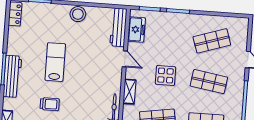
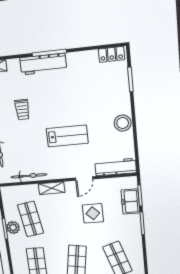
freezer: (136, 29) -> (130, 201), moved, turned 90
lab bench: (55, 62) -> (67, 136), moved
display table: (166, 75) -> (93, 213), moved

